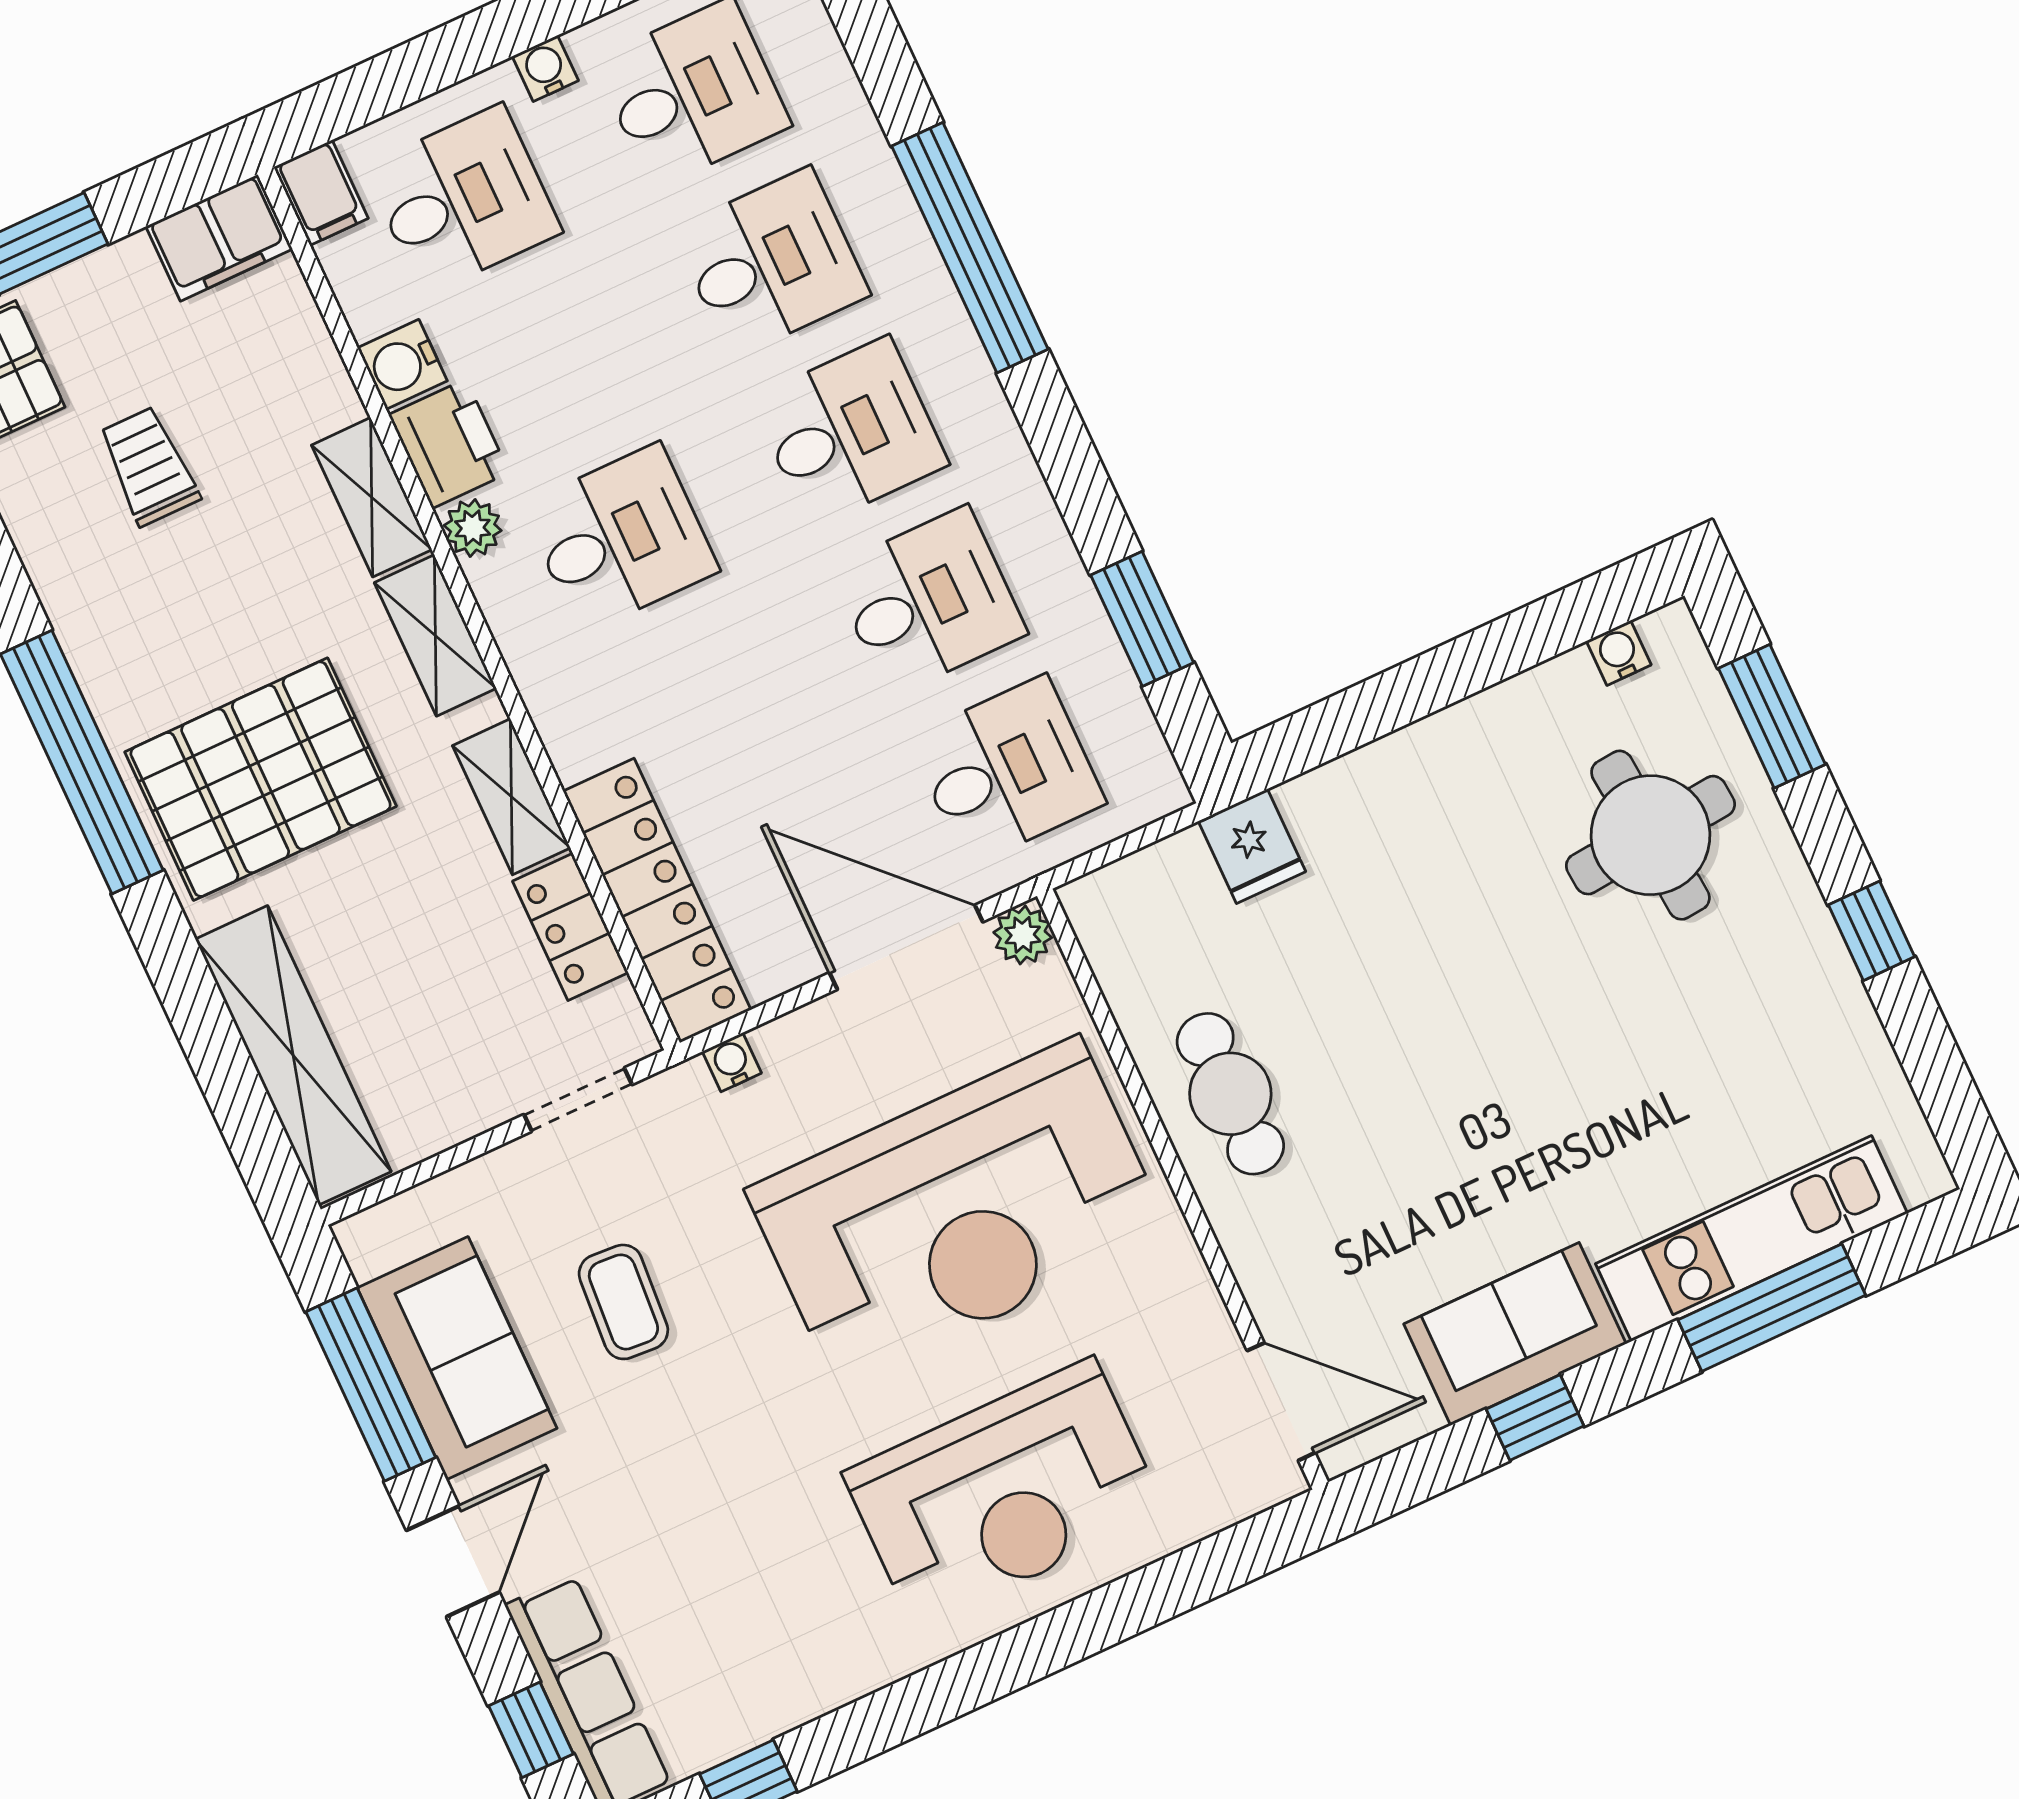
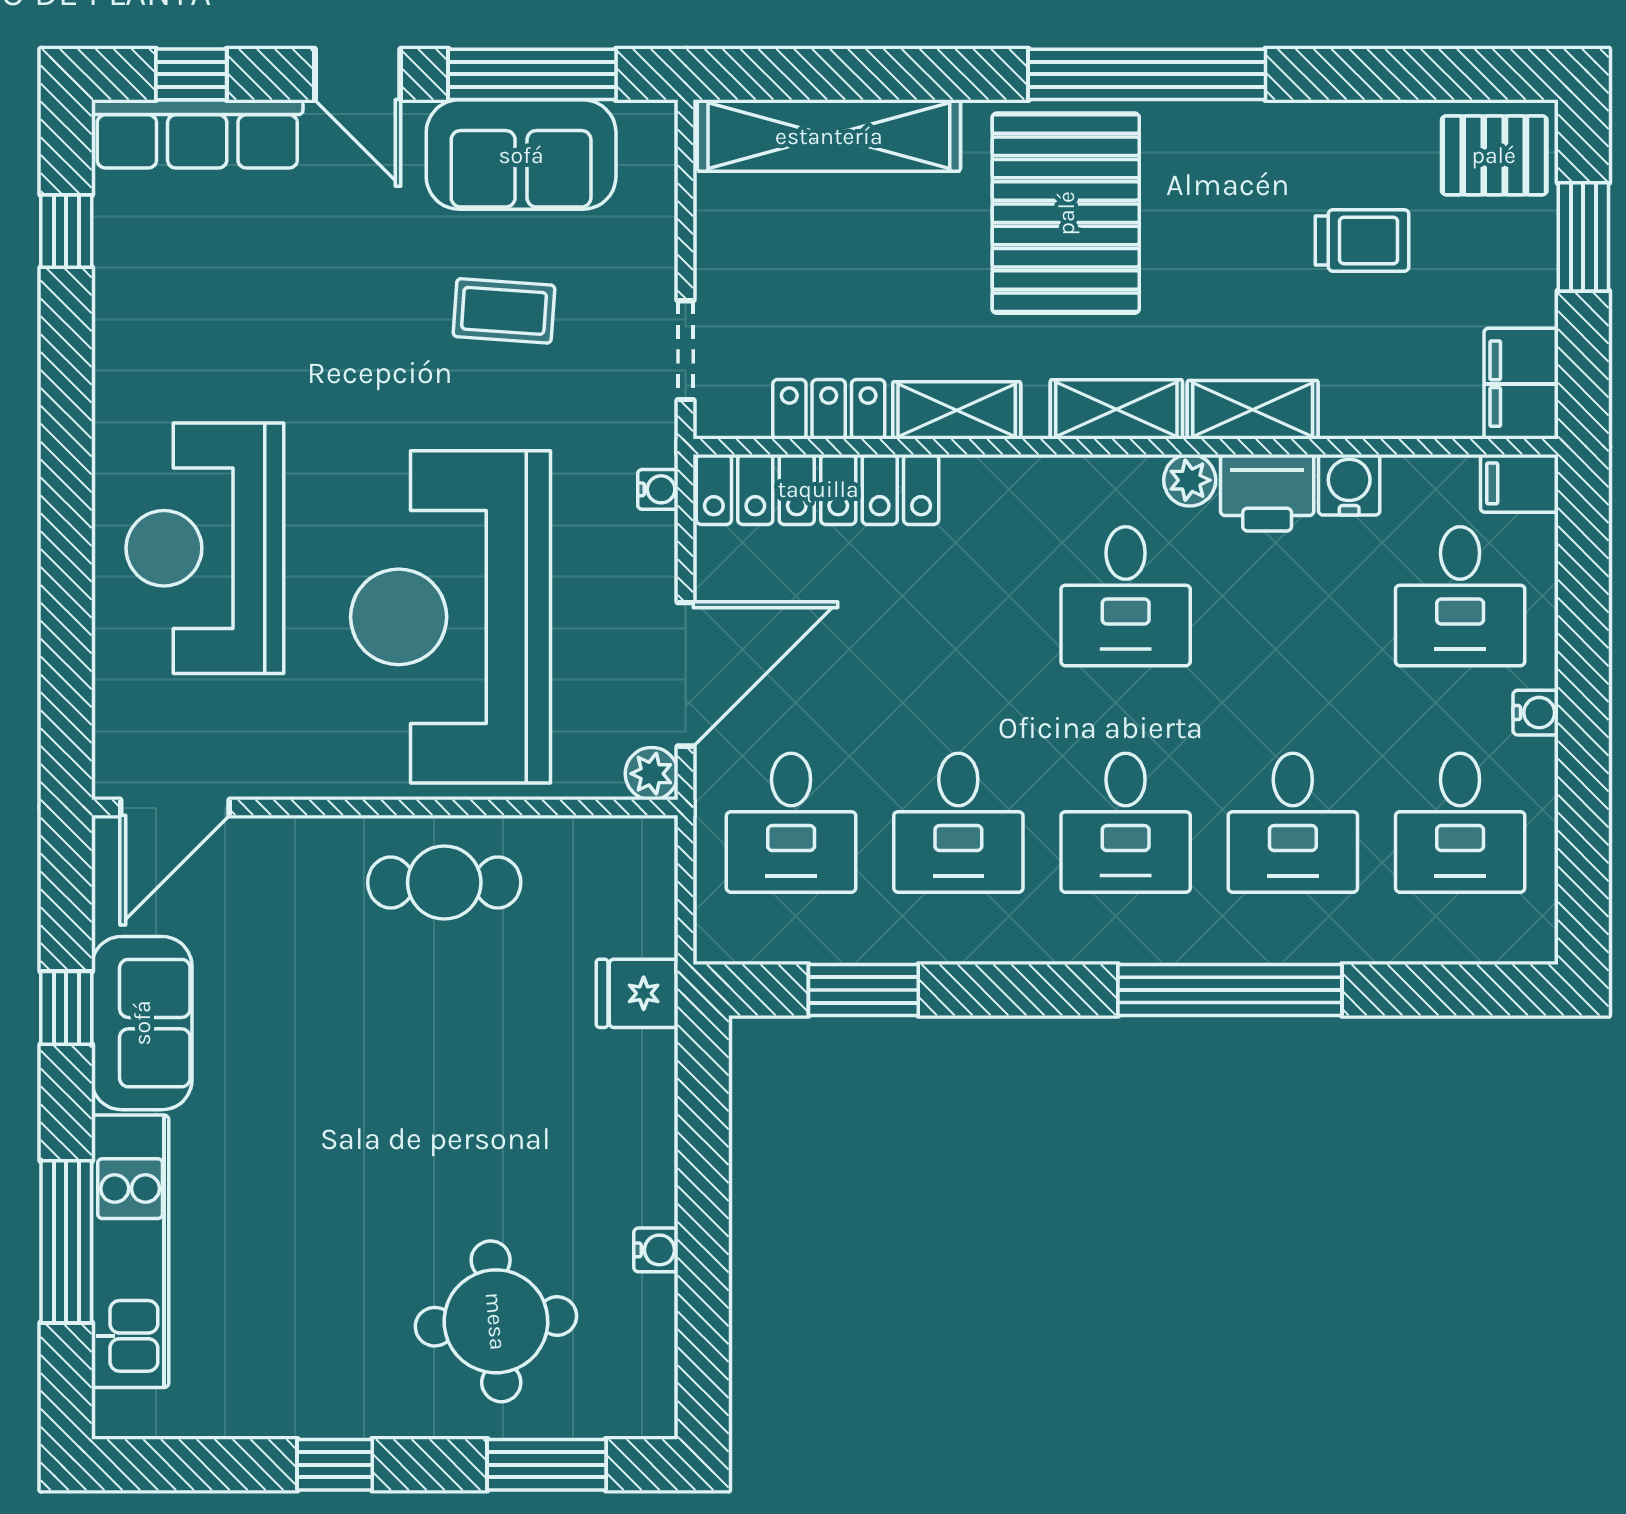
water cooler: (1619, 653) -> (656, 1250), moved

